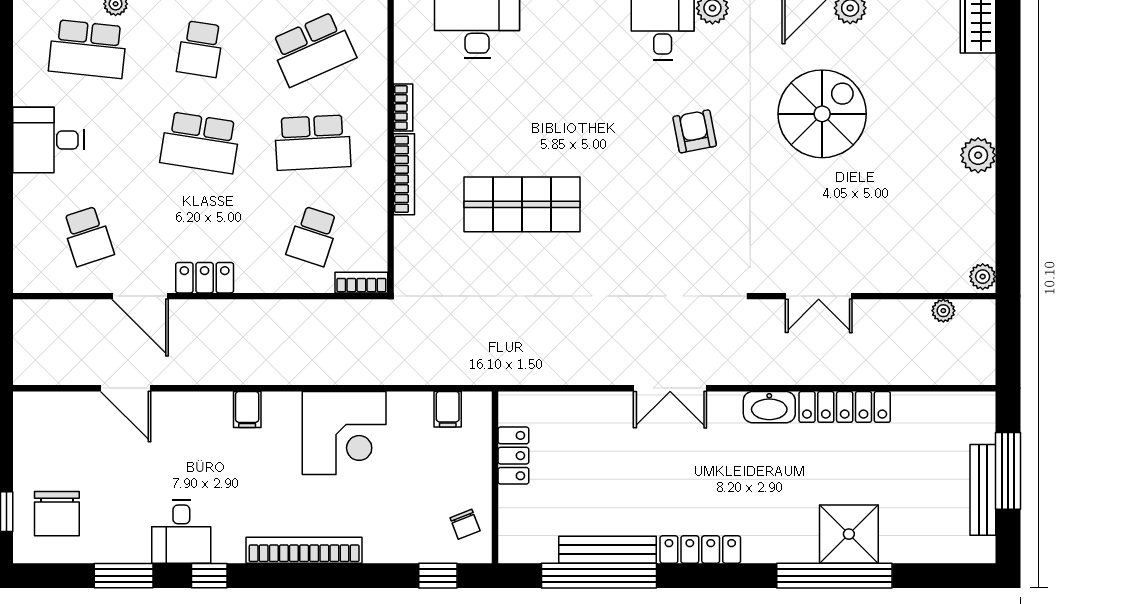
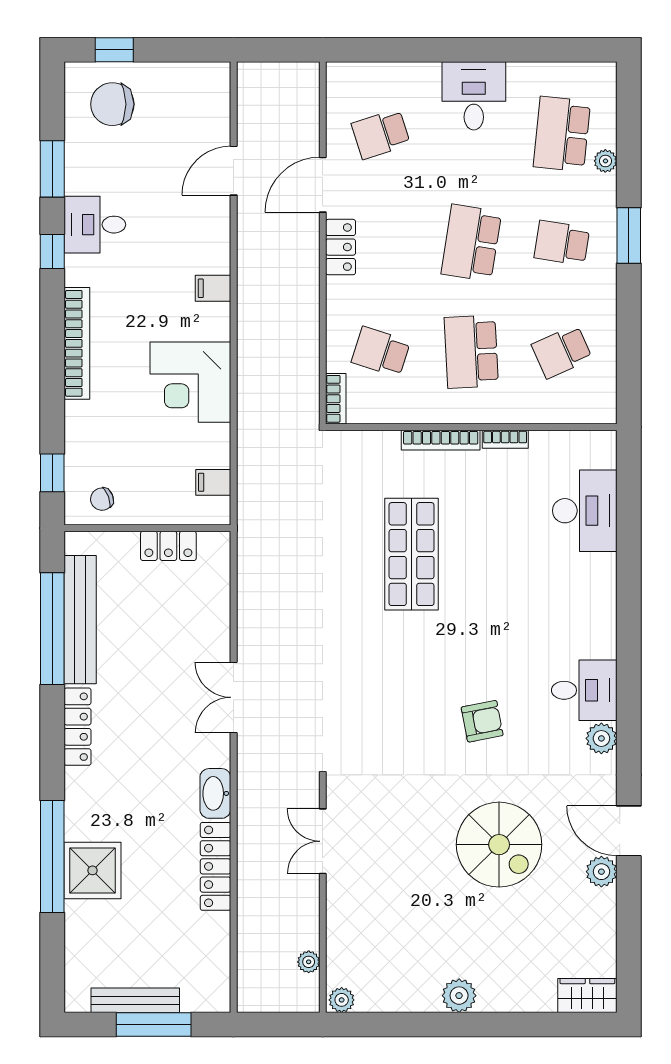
school desk: (313, 49) -> (562, 352), width x0.54
bench: (607, 550) -> (80, 620), width x1.37, depth x1.21

